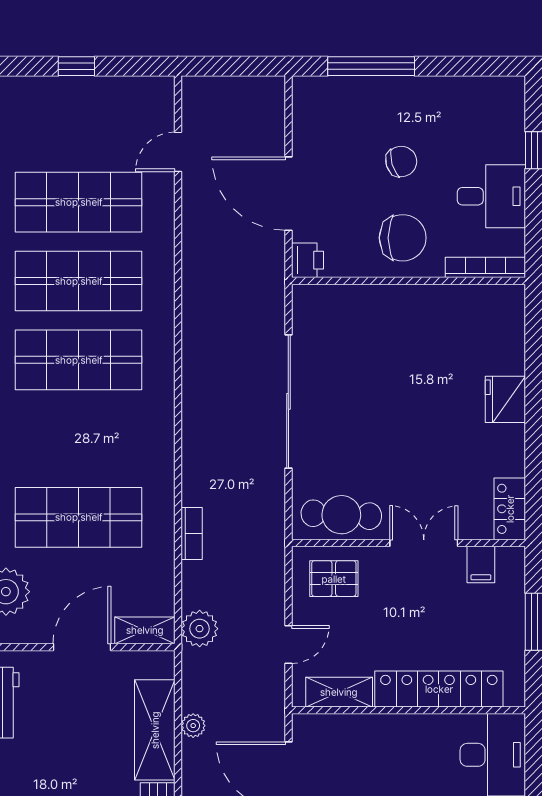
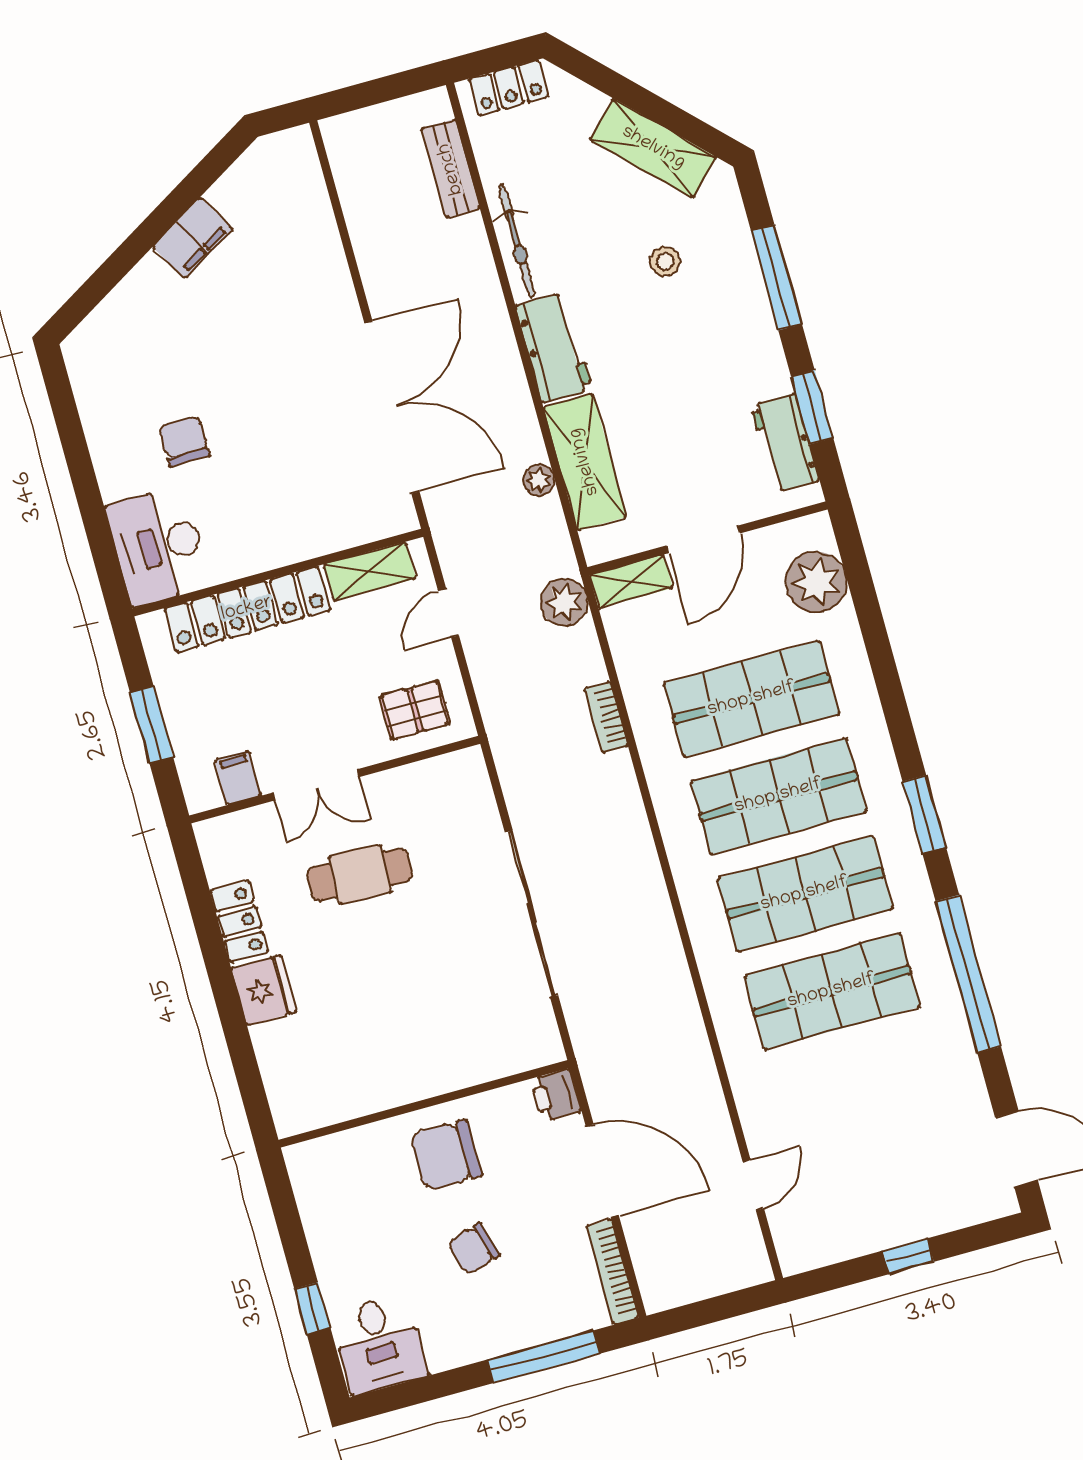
desk: (491, 196) -> (379, 1344), moved, turned -90
shop shelf: (79, 202) -> (779, 796), moved
bookcase: (485, 267) -> (612, 1272), moved, turned 90
locker: (510, 509) -> (239, 922), moved
cafe table: (341, 515) -> (360, 874), moved

